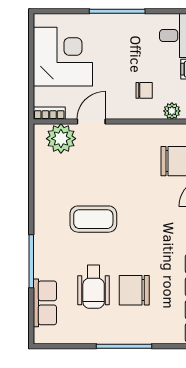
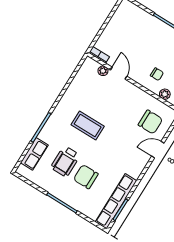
corner desk: (63, 57) -> (125, 29), removed
door: (91, 122) -> (119, 73), hinge flipped
plant: (61, 139) -> (103, 71), width x0.53, depth x0.53

